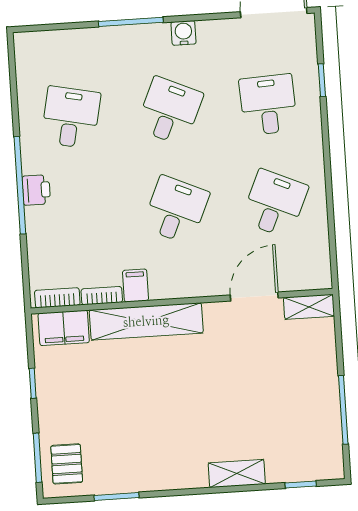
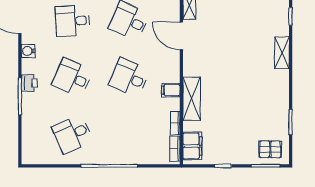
water cooler: (183, 33) -> (28, 51), moved
desk: (71, 117) -> (72, 134), turned -36
printer: (36, 190) -> (29, 83), moved, turned 90
filing cabinet: (136, 286) -> (171, 90), moved
shelving: (146, 321) -> (192, 99), width x0.68

